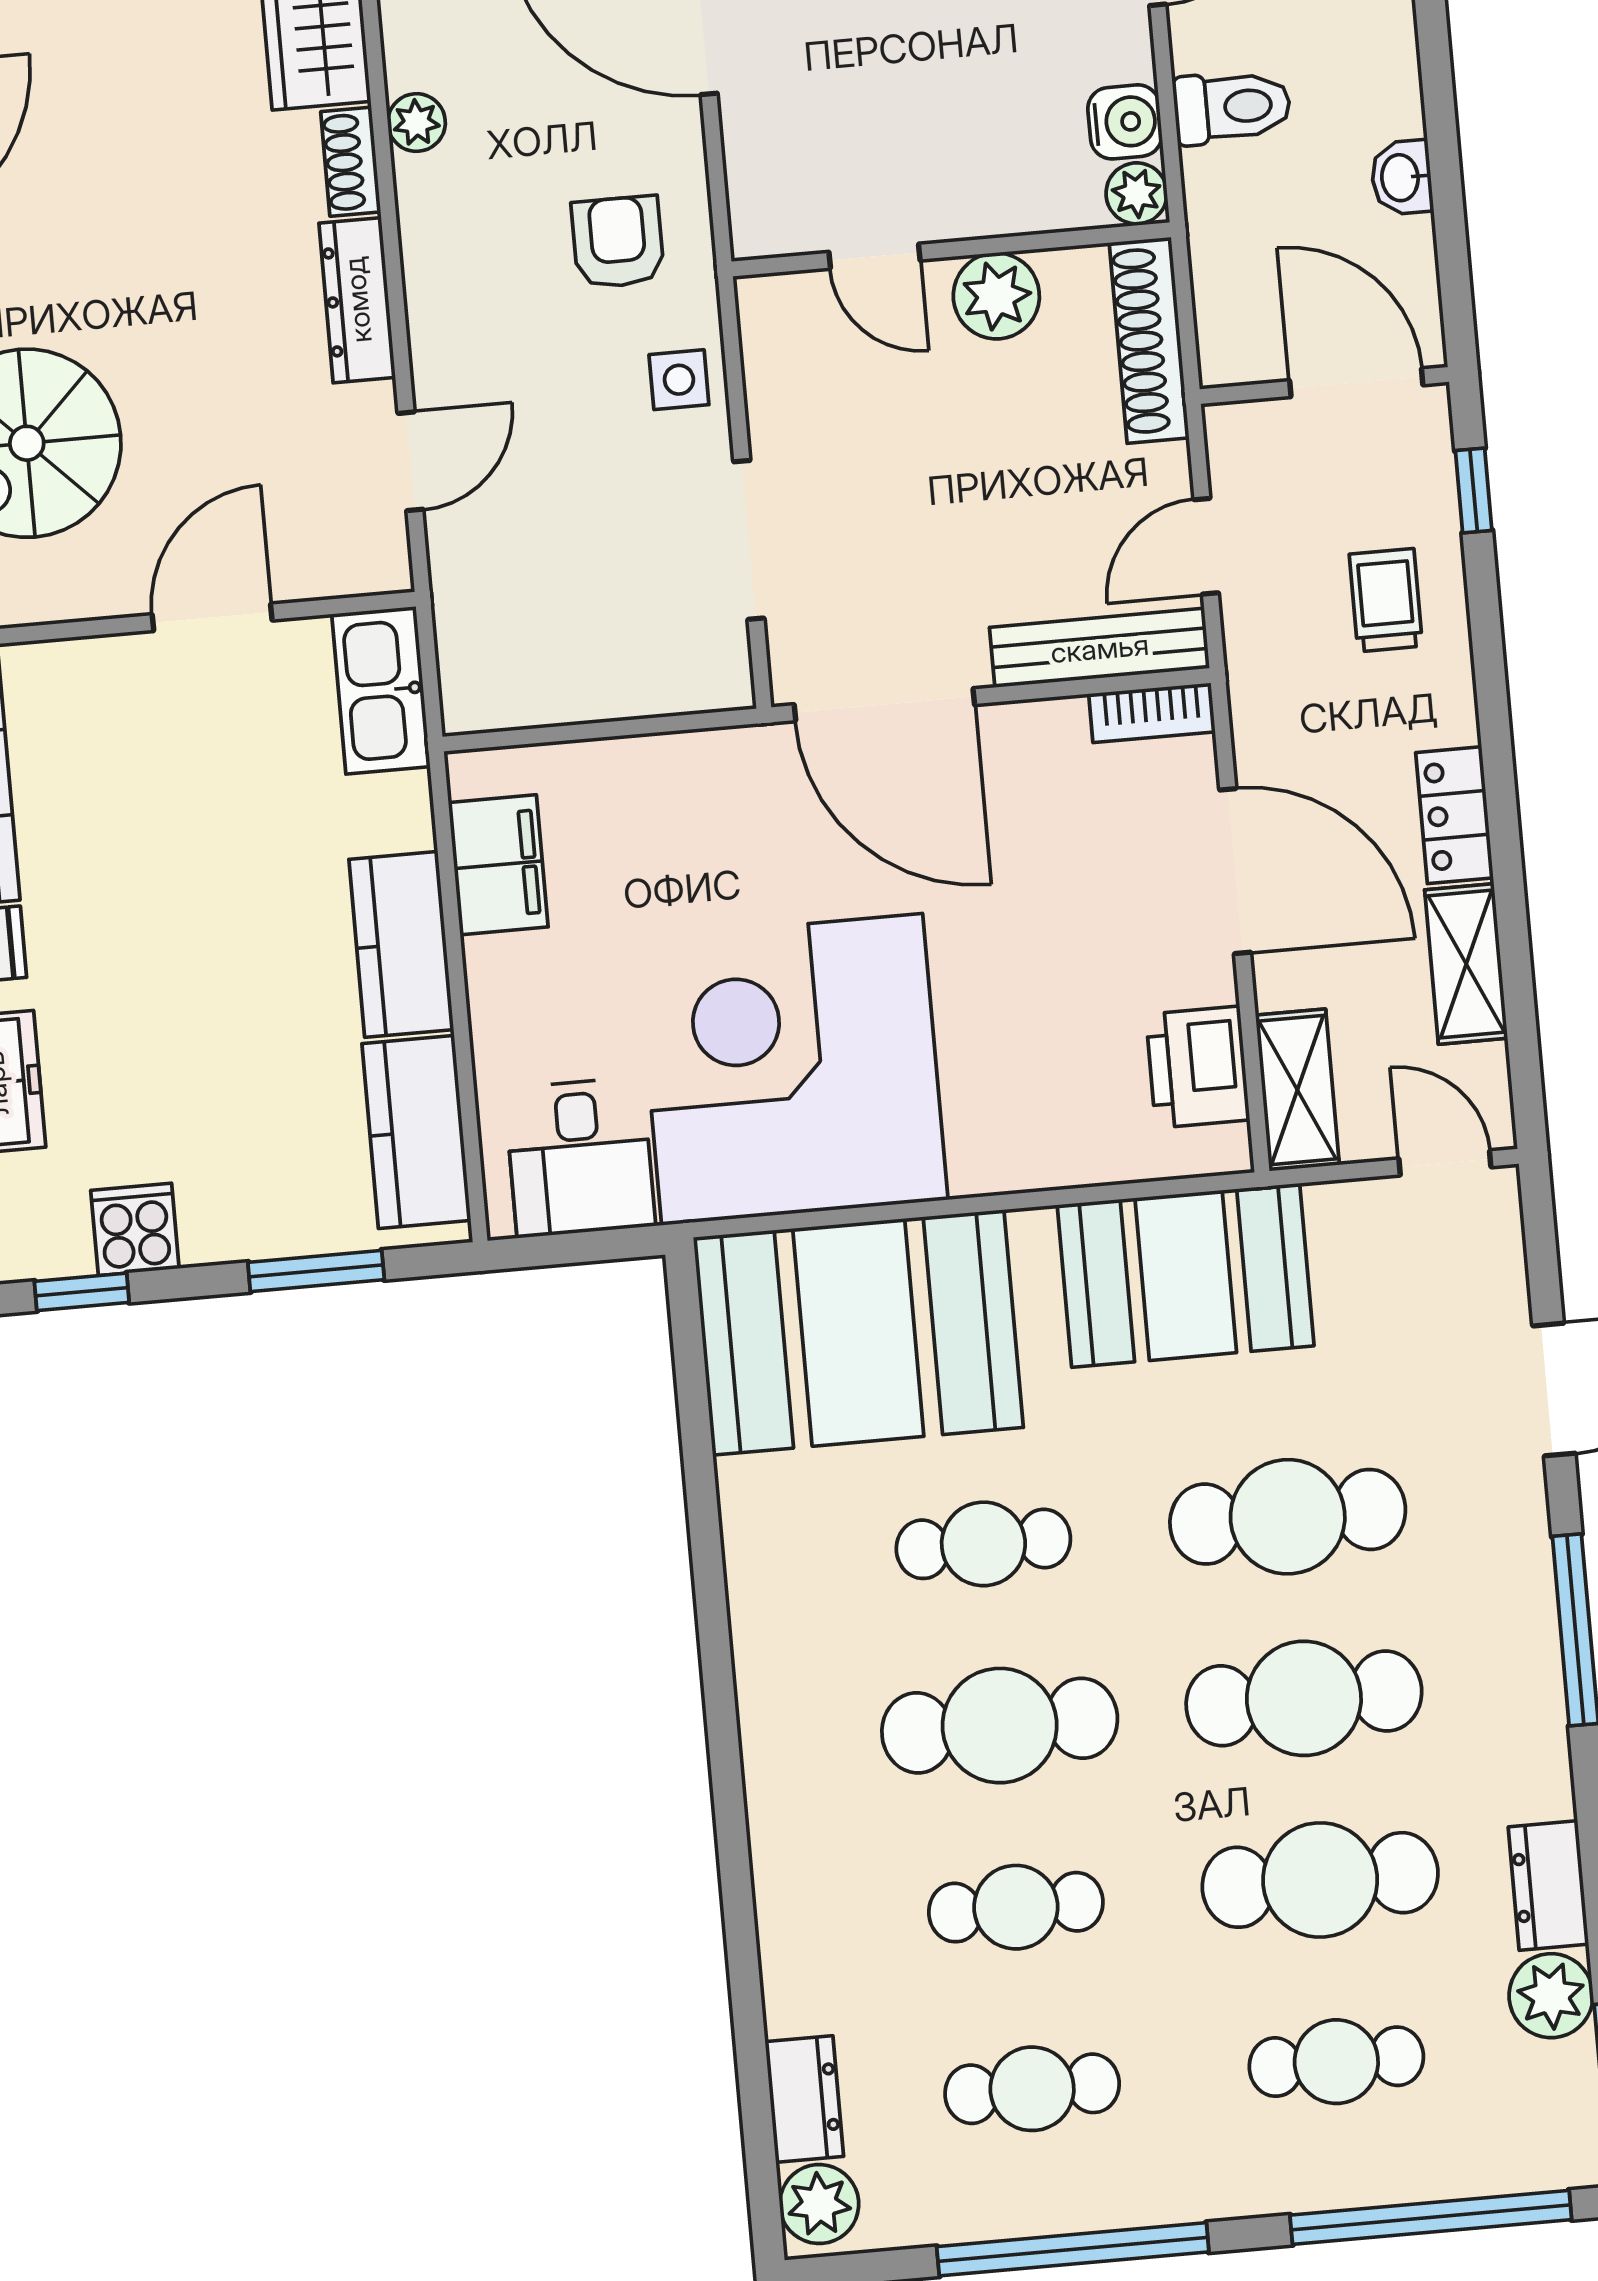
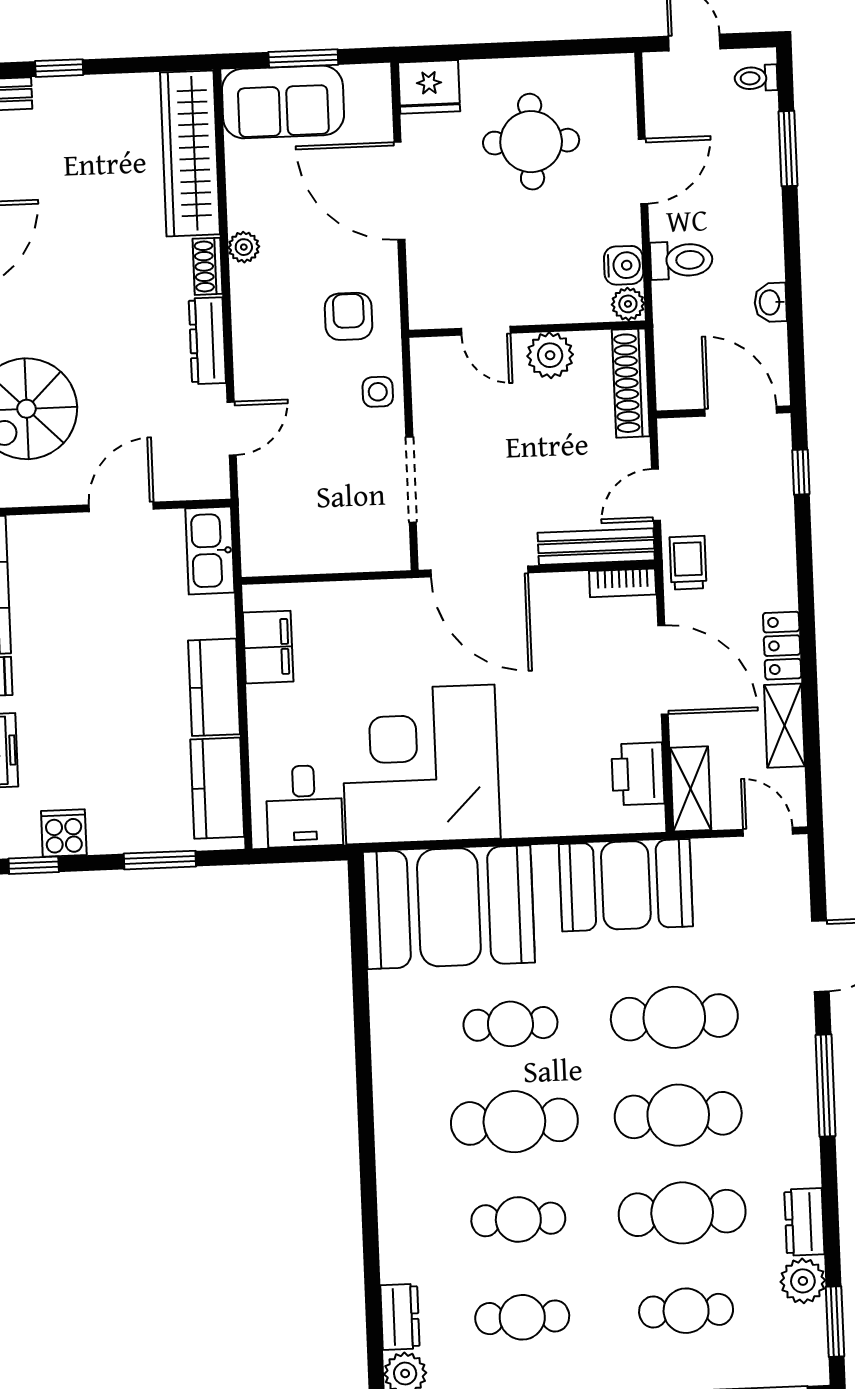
trolley: (1386, 600) -> (688, 563), moved

